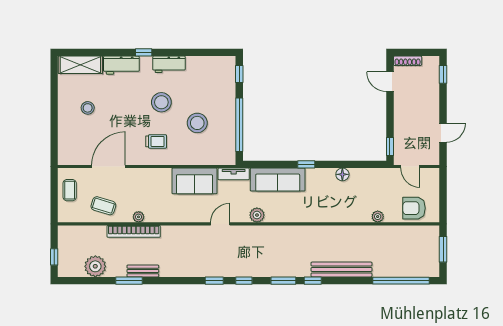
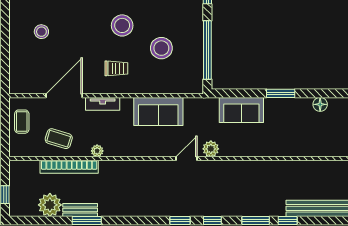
window: (306, 164) -> (281, 93), width x1.50
tv unit: (234, 174) -> (103, 104), moved
sofa: (278, 180) -> (241, 110), width x0.73
plant: (257, 215) -> (211, 149), moved
bookcase: (134, 231) -> (69, 167), moved
bench: (143, 271) -> (80, 210), moved

